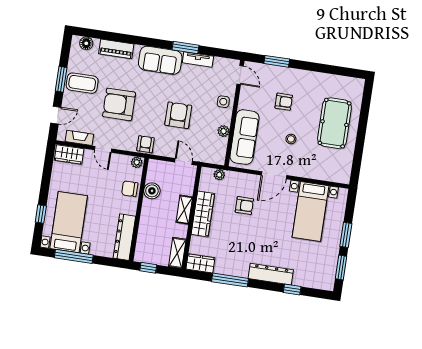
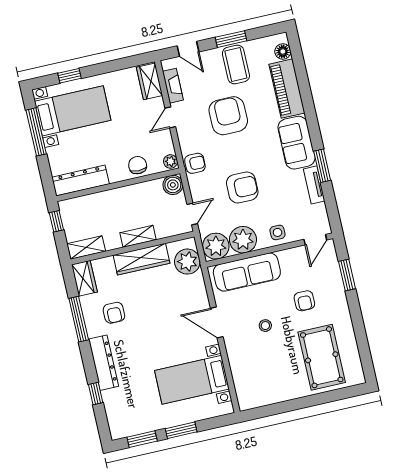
piano: (116, 49) -> (287, 89), width x1.37, depth x1.33
pool table: (334, 123) -> (322, 357), moved, turned 90
plant: (224, 131) -> (243, 240), width x1.87, depth x1.87
plant: (215, 153) -> (216, 246), added
plant: (219, 175) -> (187, 262), width x1.88, depth x1.88
boiler: (152, 191) -> (173, 185), moved
armchair: (244, 206) -> (114, 313), moved

